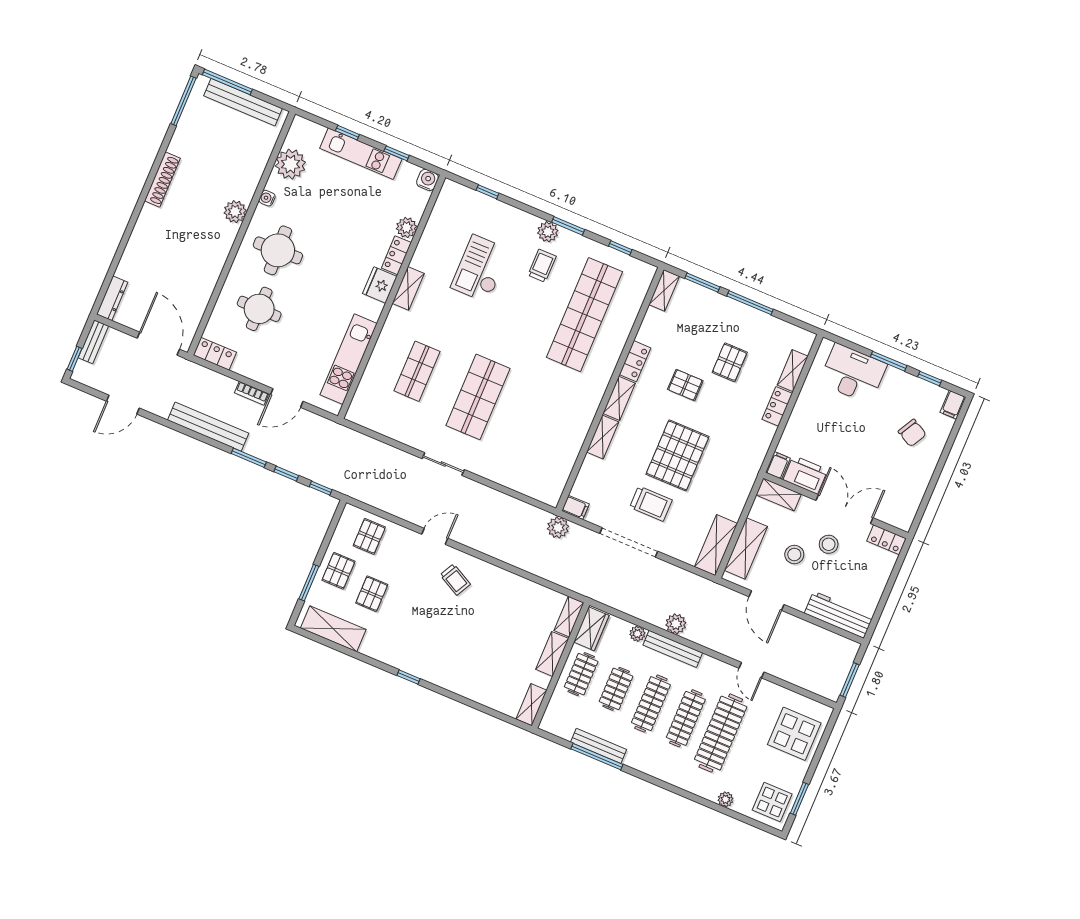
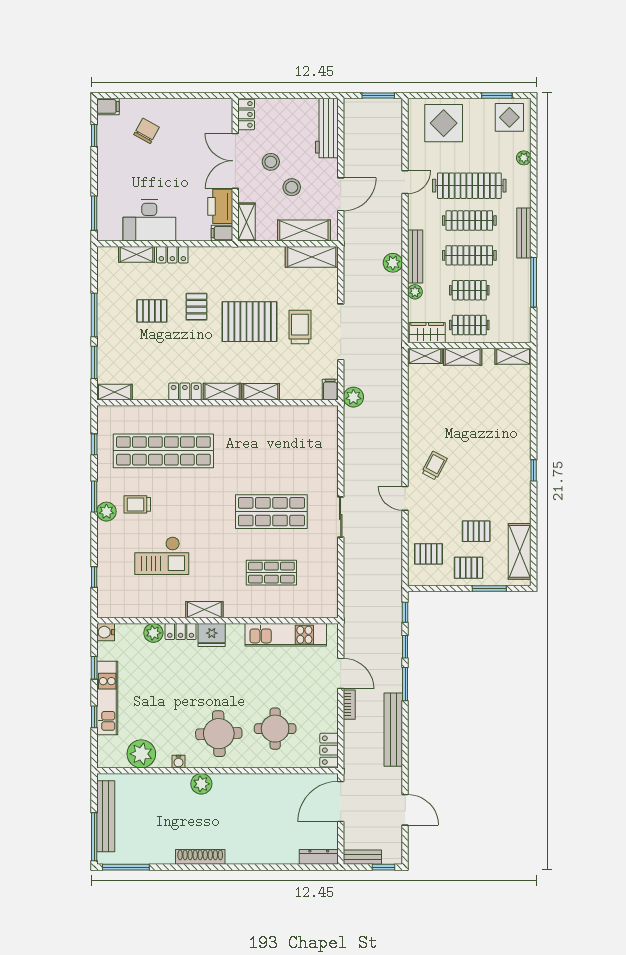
window: (889, 361) -> (94, 213), moved
desk: (853, 374) -> (149, 220), moved, turned -90
pallet: (685, 385) -> (196, 307), moved
bench: (599, 746) -> (524, 233), moved

